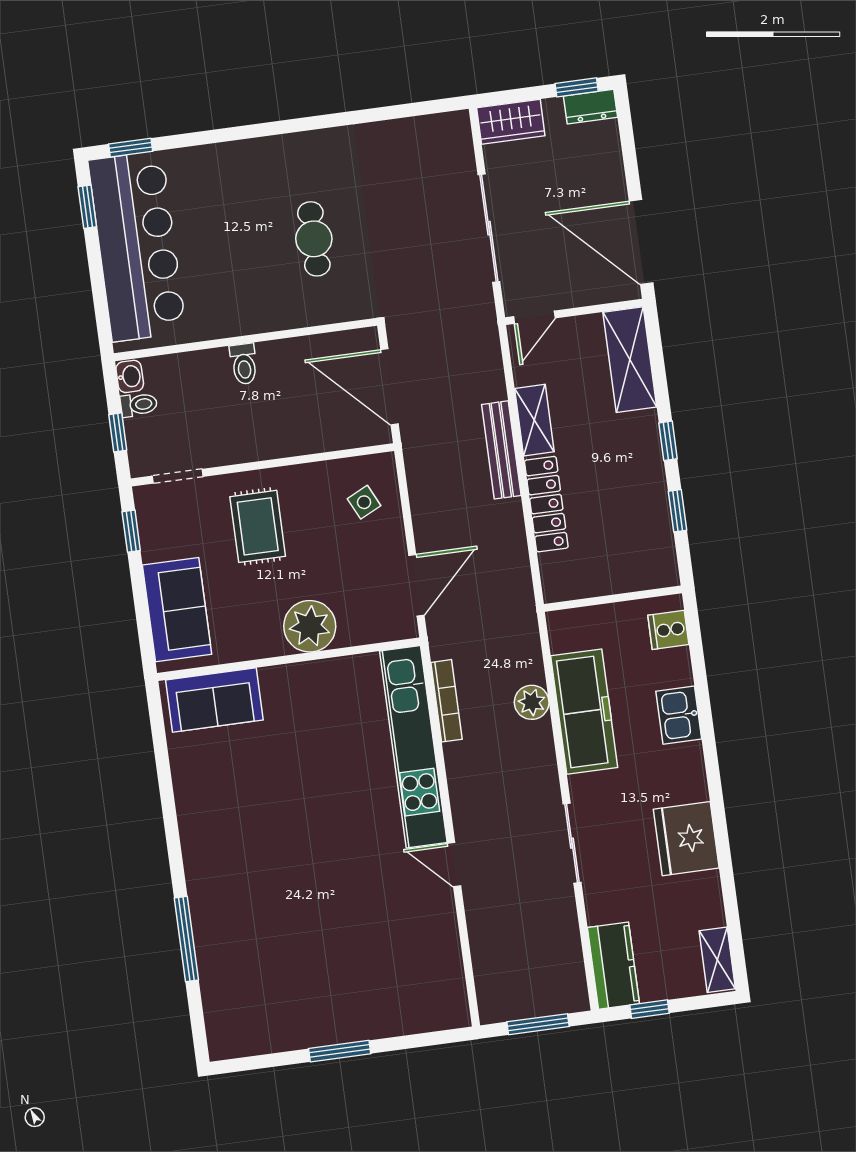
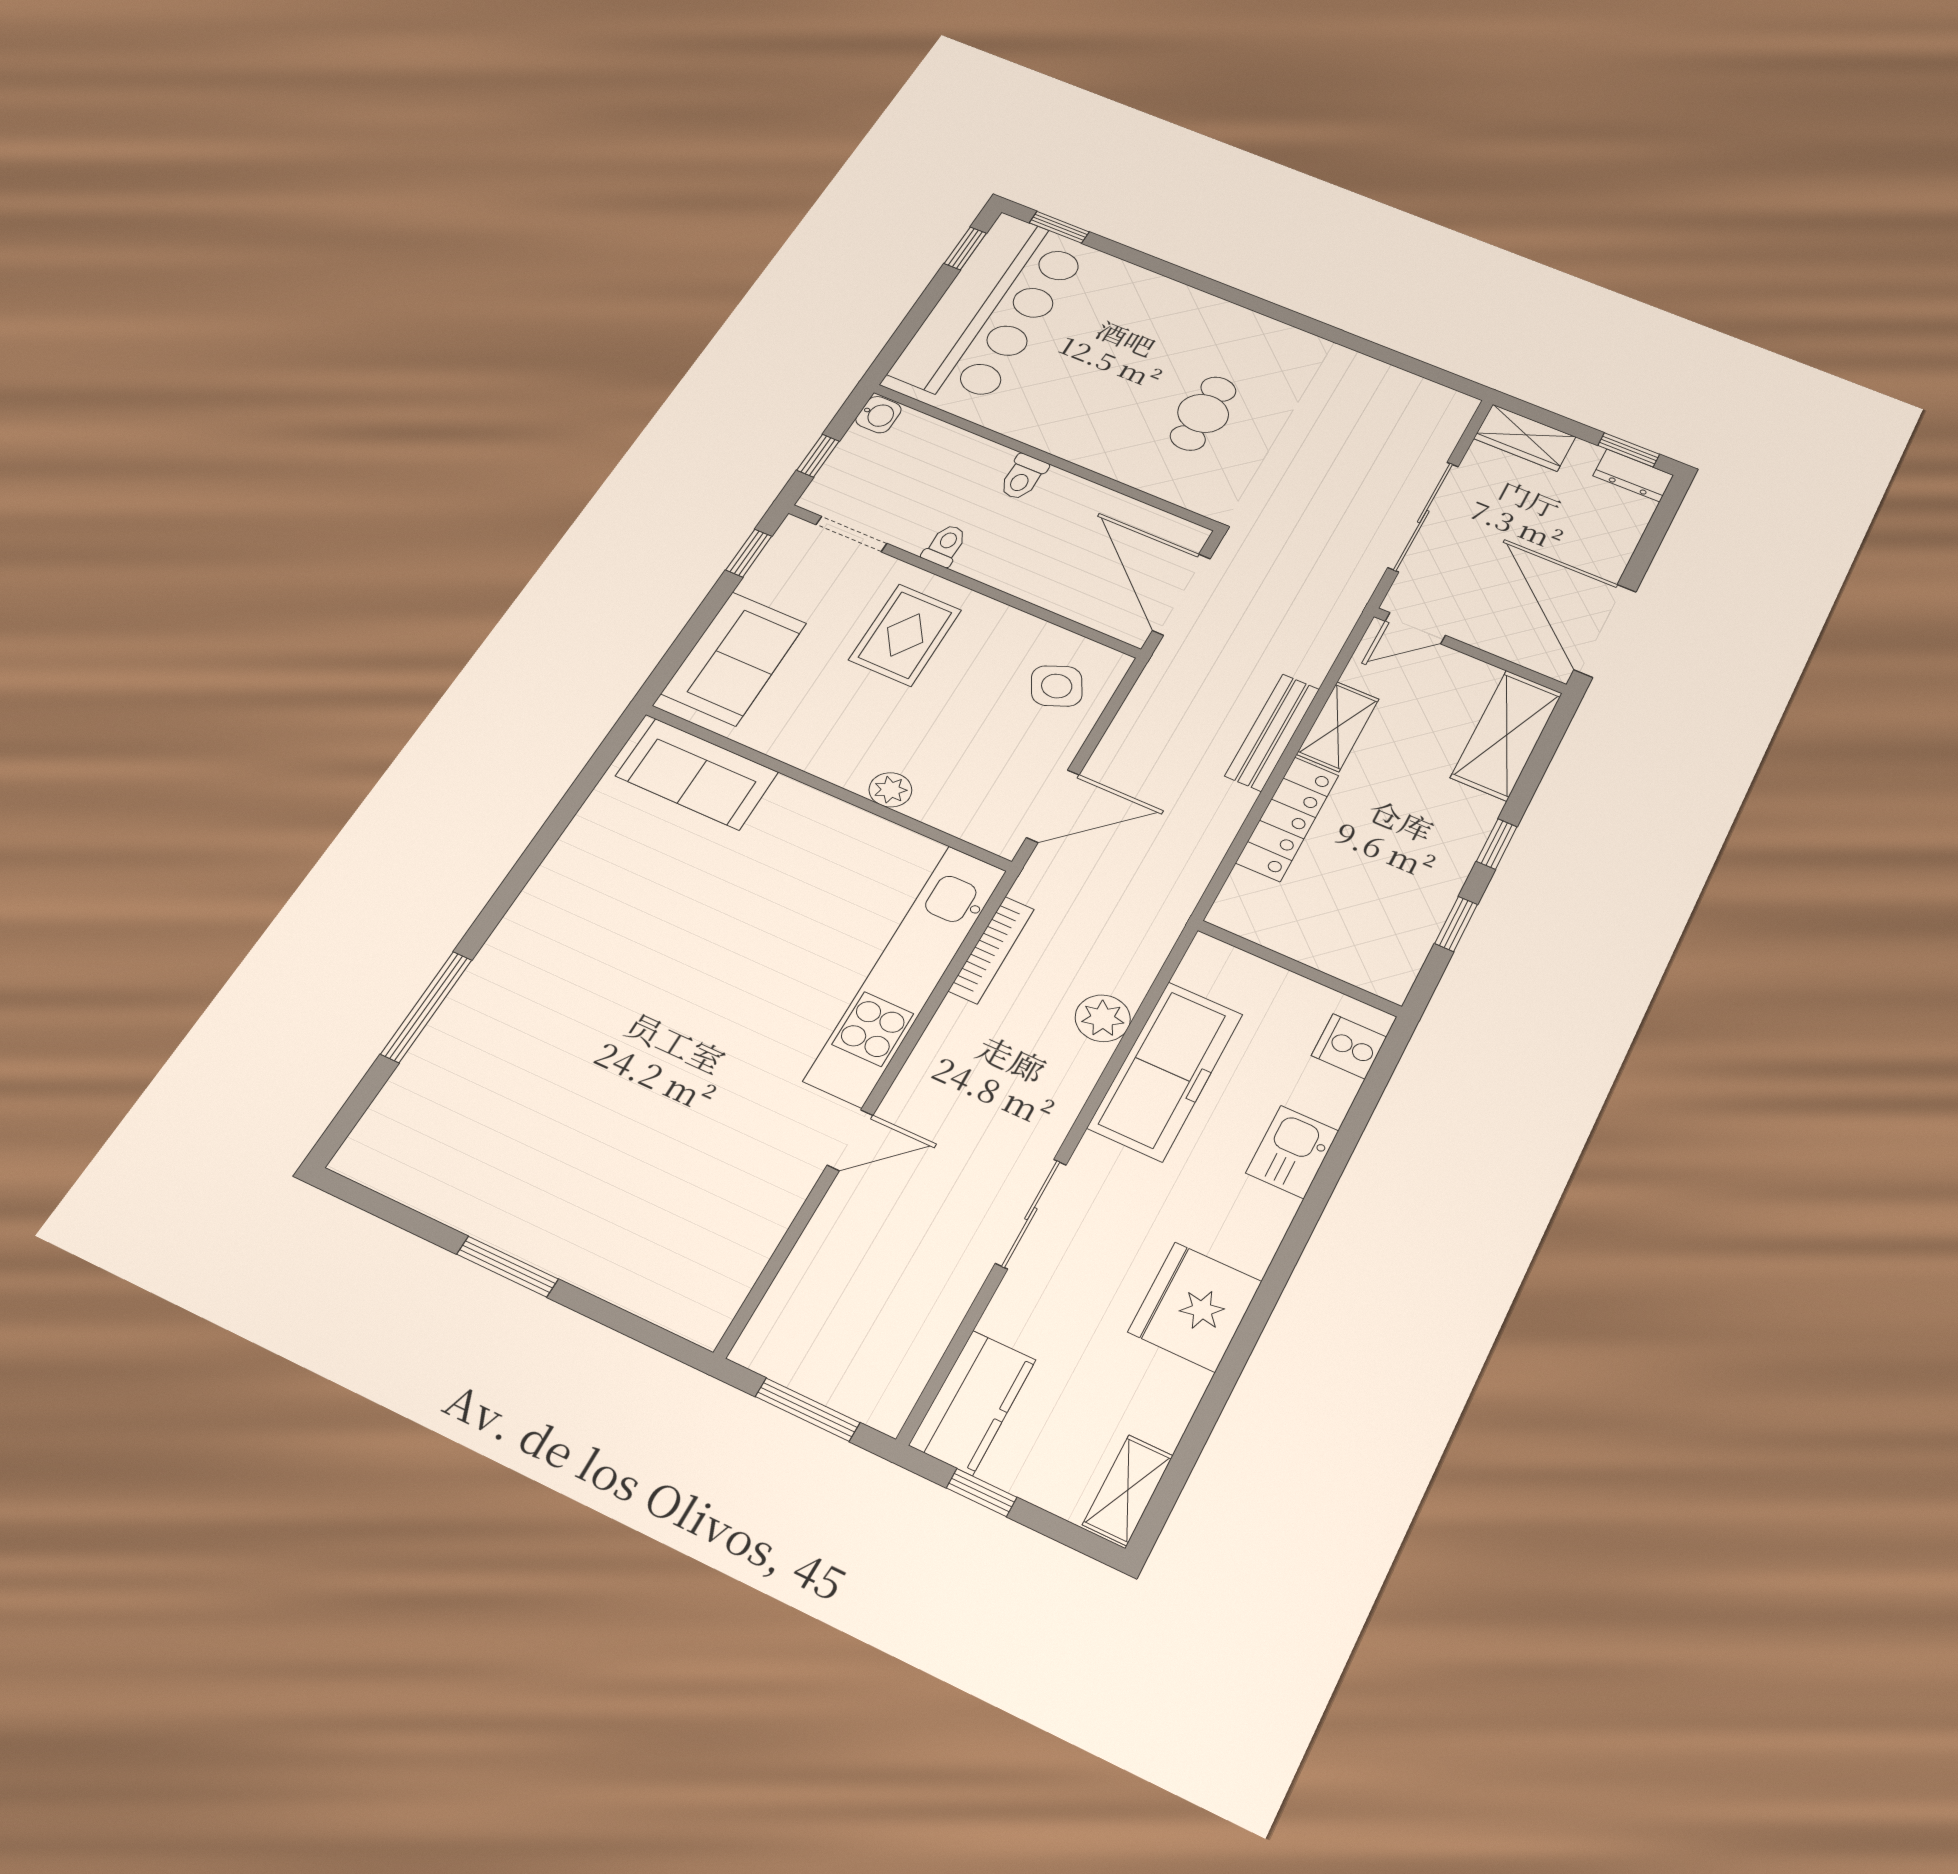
toilet: (139, 405) -> (945, 545), moved, turned -90
side table: (364, 502) -> (1057, 686), width x1.37, depth x1.37
plant: (310, 626) -> (890, 790), width x0.53, depth x0.53
door: (454, 865) -> (850, 1140), swing flipped

